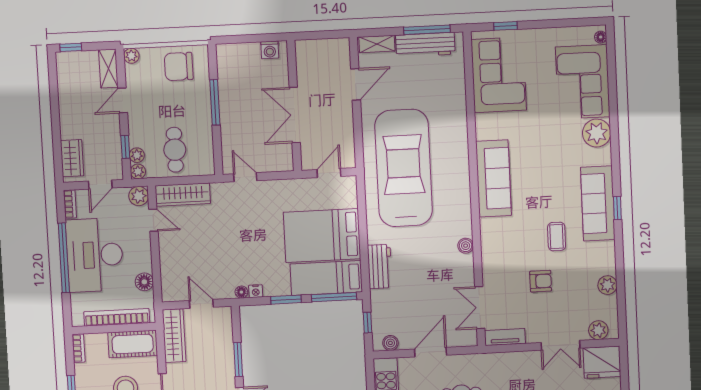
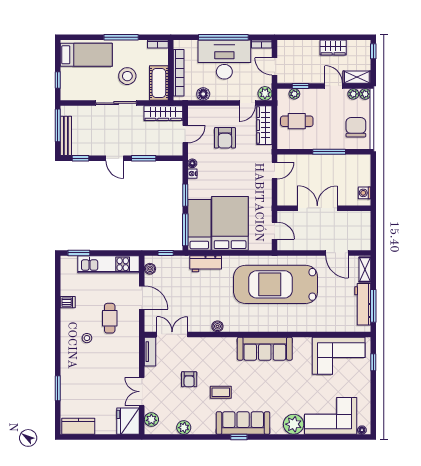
wardrobe: (72, 158) -> (333, 47), moved
car: (404, 168) -> (276, 284), turned 180
plant: (138, 171) -> (353, 94), moved
armchair: (204, 249) -> (225, 138), added

